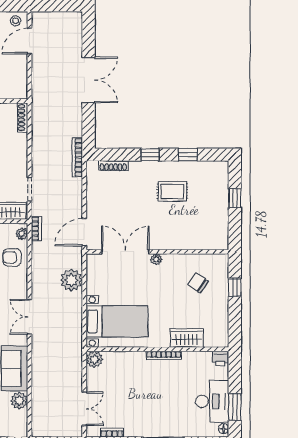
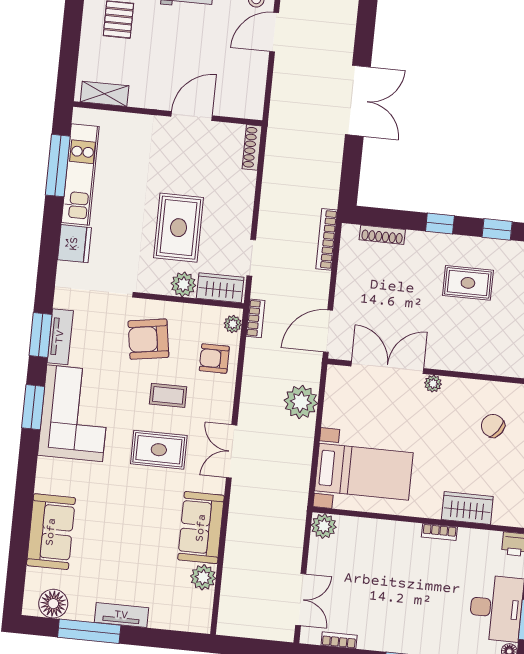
bookcase: (77, 157) -> (327, 239), moved
bookcase: (164, 356) -> (439, 532), width x0.64

